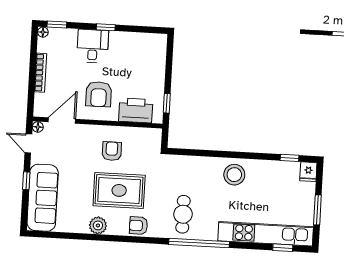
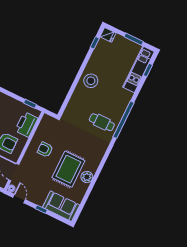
door: (28, 143) -> (19, 198), swing flipped
rug: (119, 190) -> (68, 169), moved
sofa: (43, 198) -> (61, 206), width x0.73
armchair: (138, 226) -> (97, 152), removed
kitchen unit: (266, 234) -> (139, 69), width x0.73

